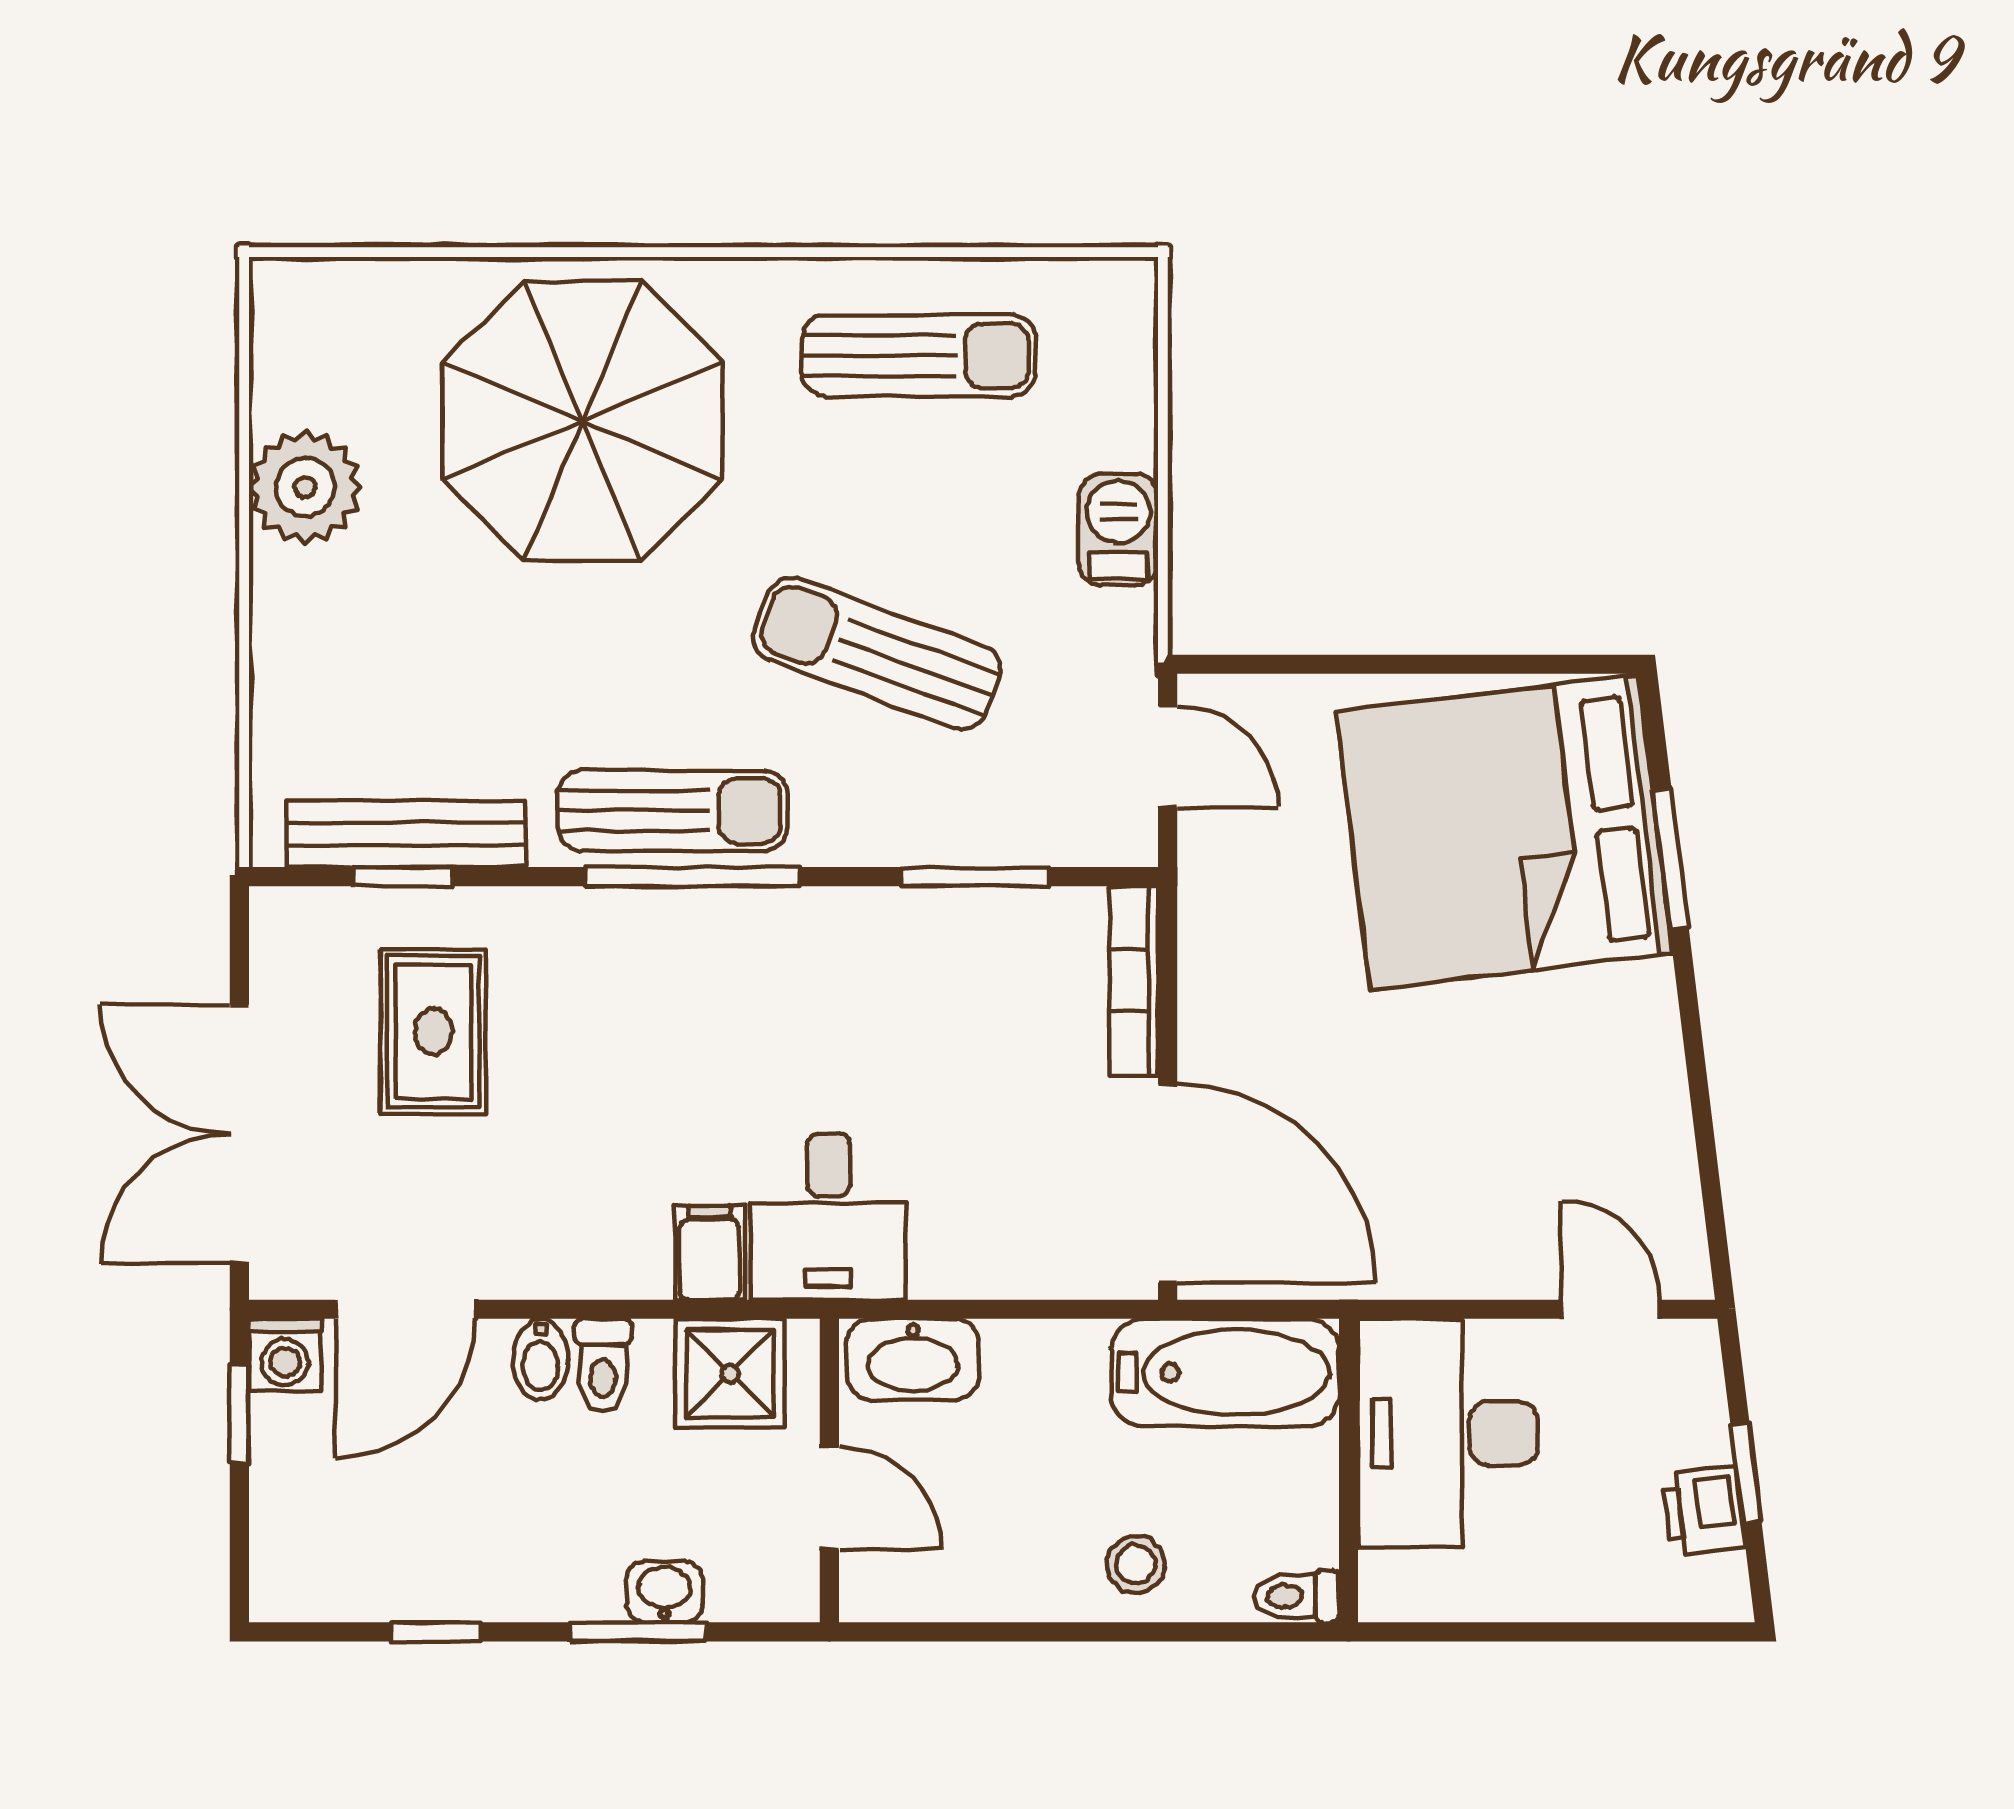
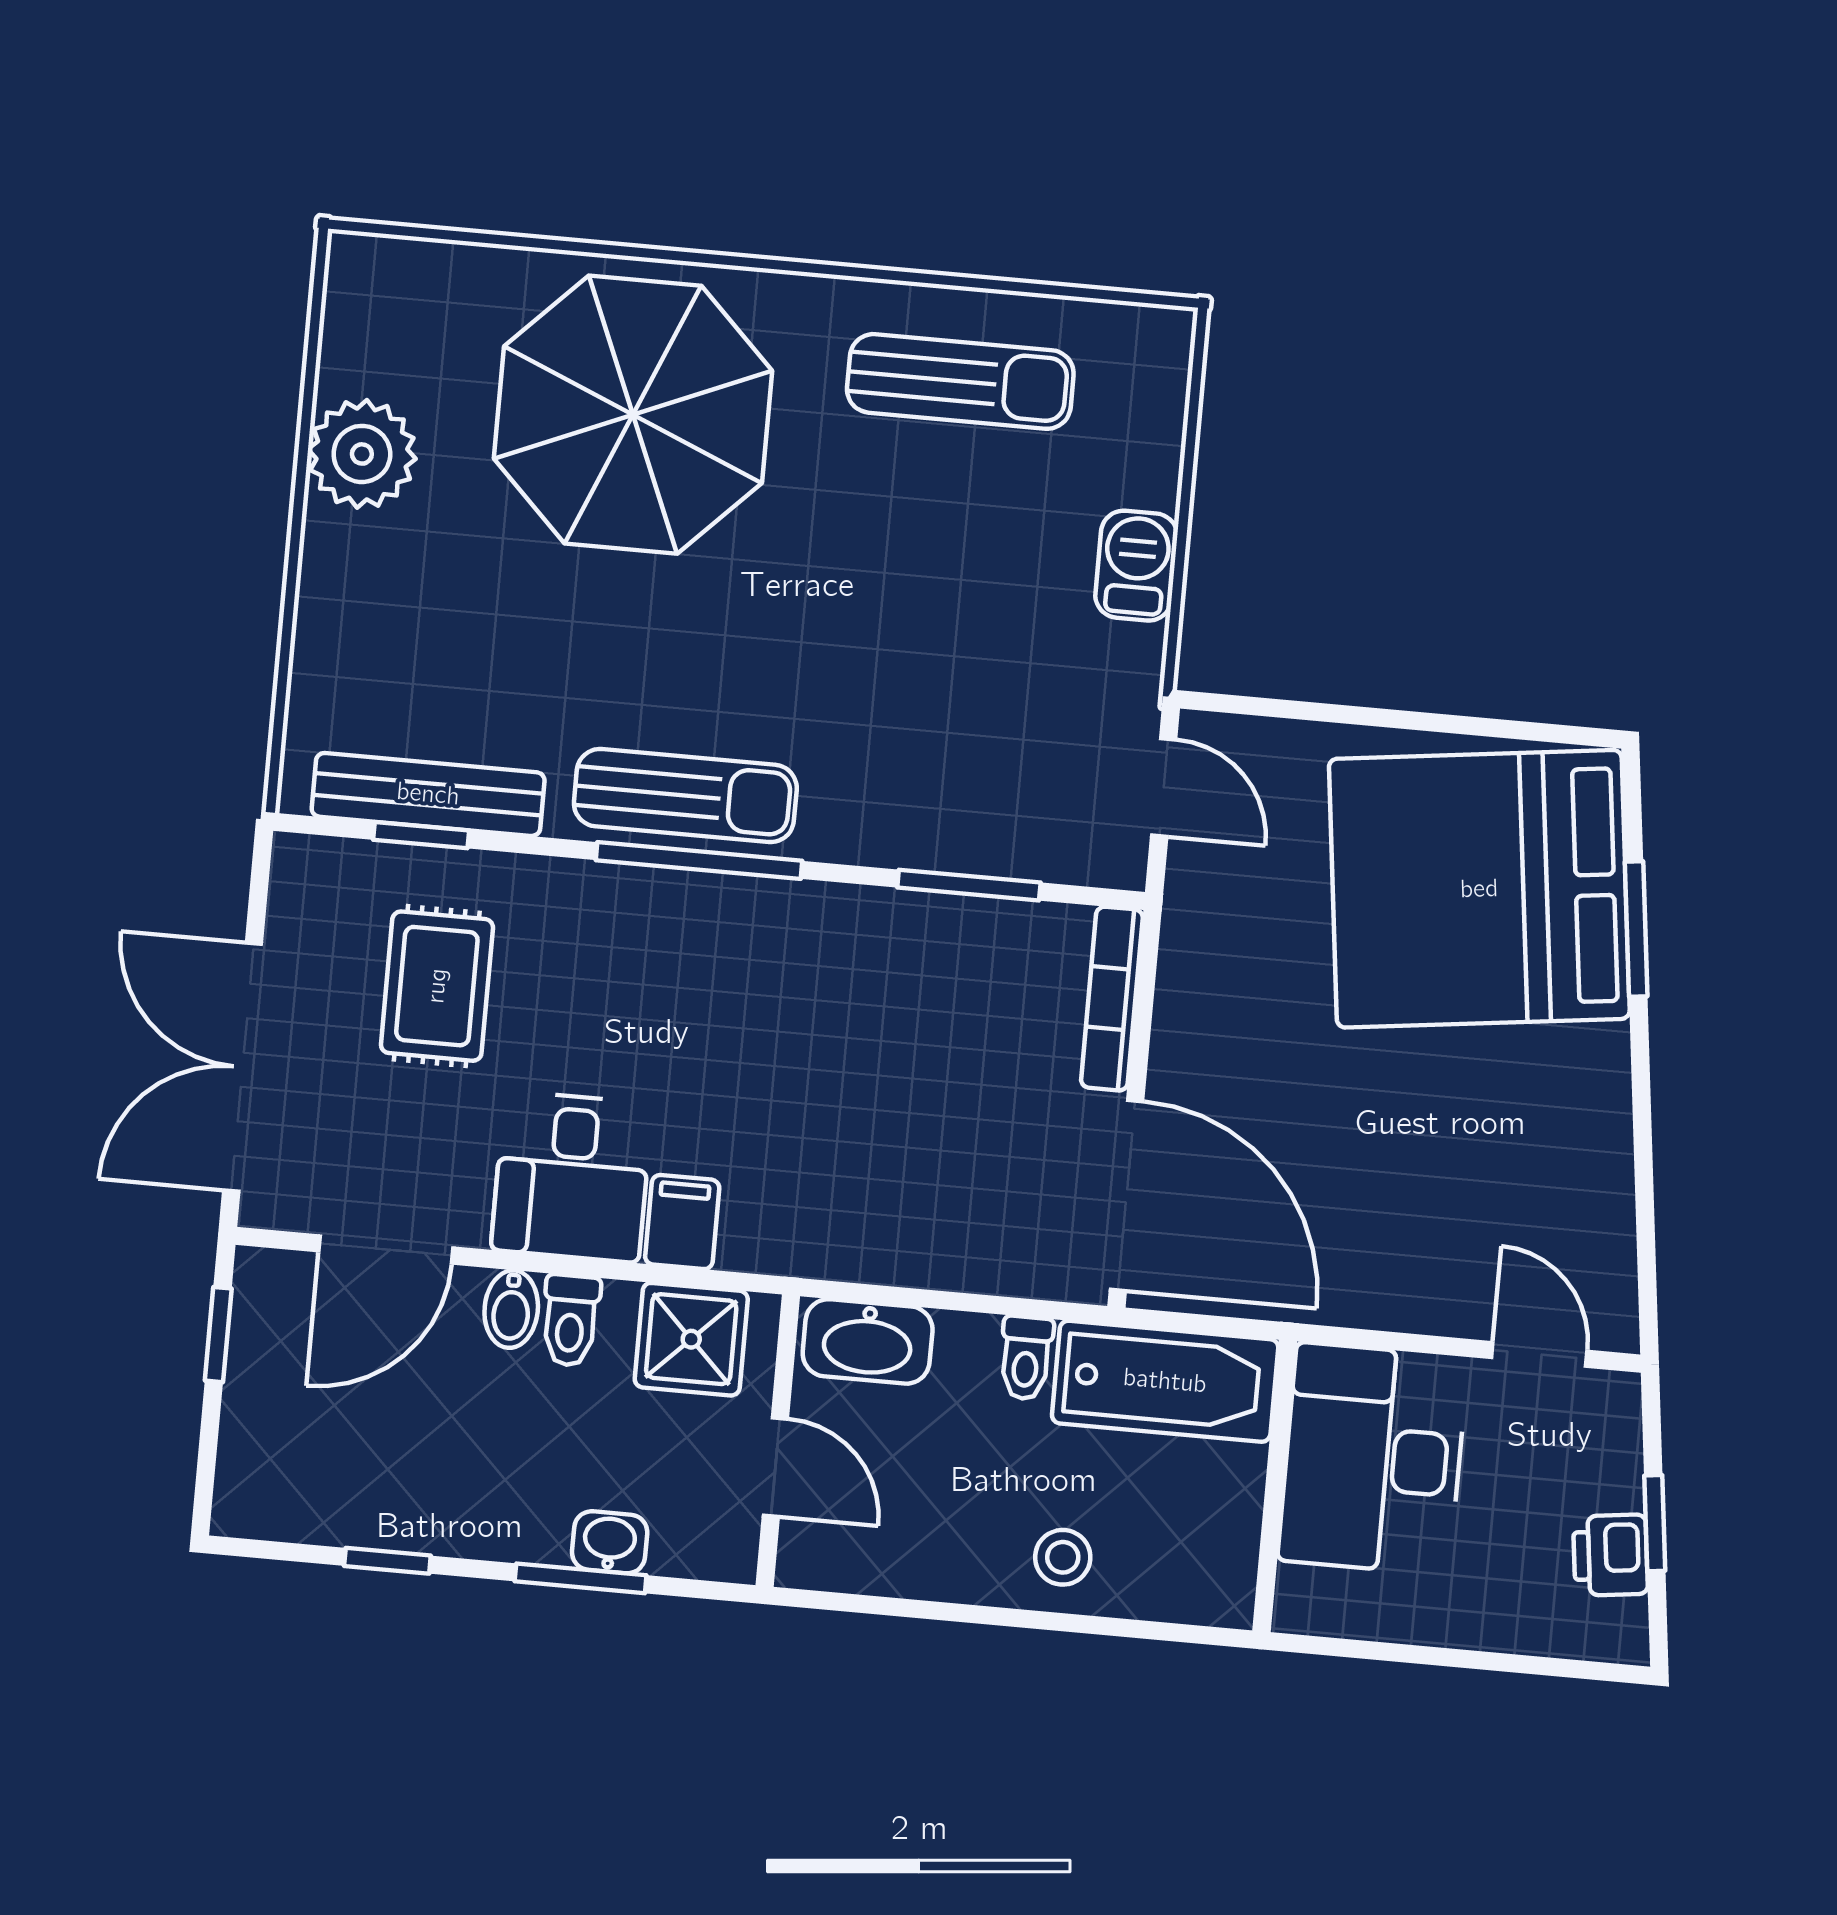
sun lounger: (877, 653) -> (894, 663), removed
desk: (828, 1216) -> (572, 1177), moved
washing machine: (285, 1355) -> (267, 1283), removed
toilet: (1297, 1596) -> (1026, 1358), moved, turned -90

